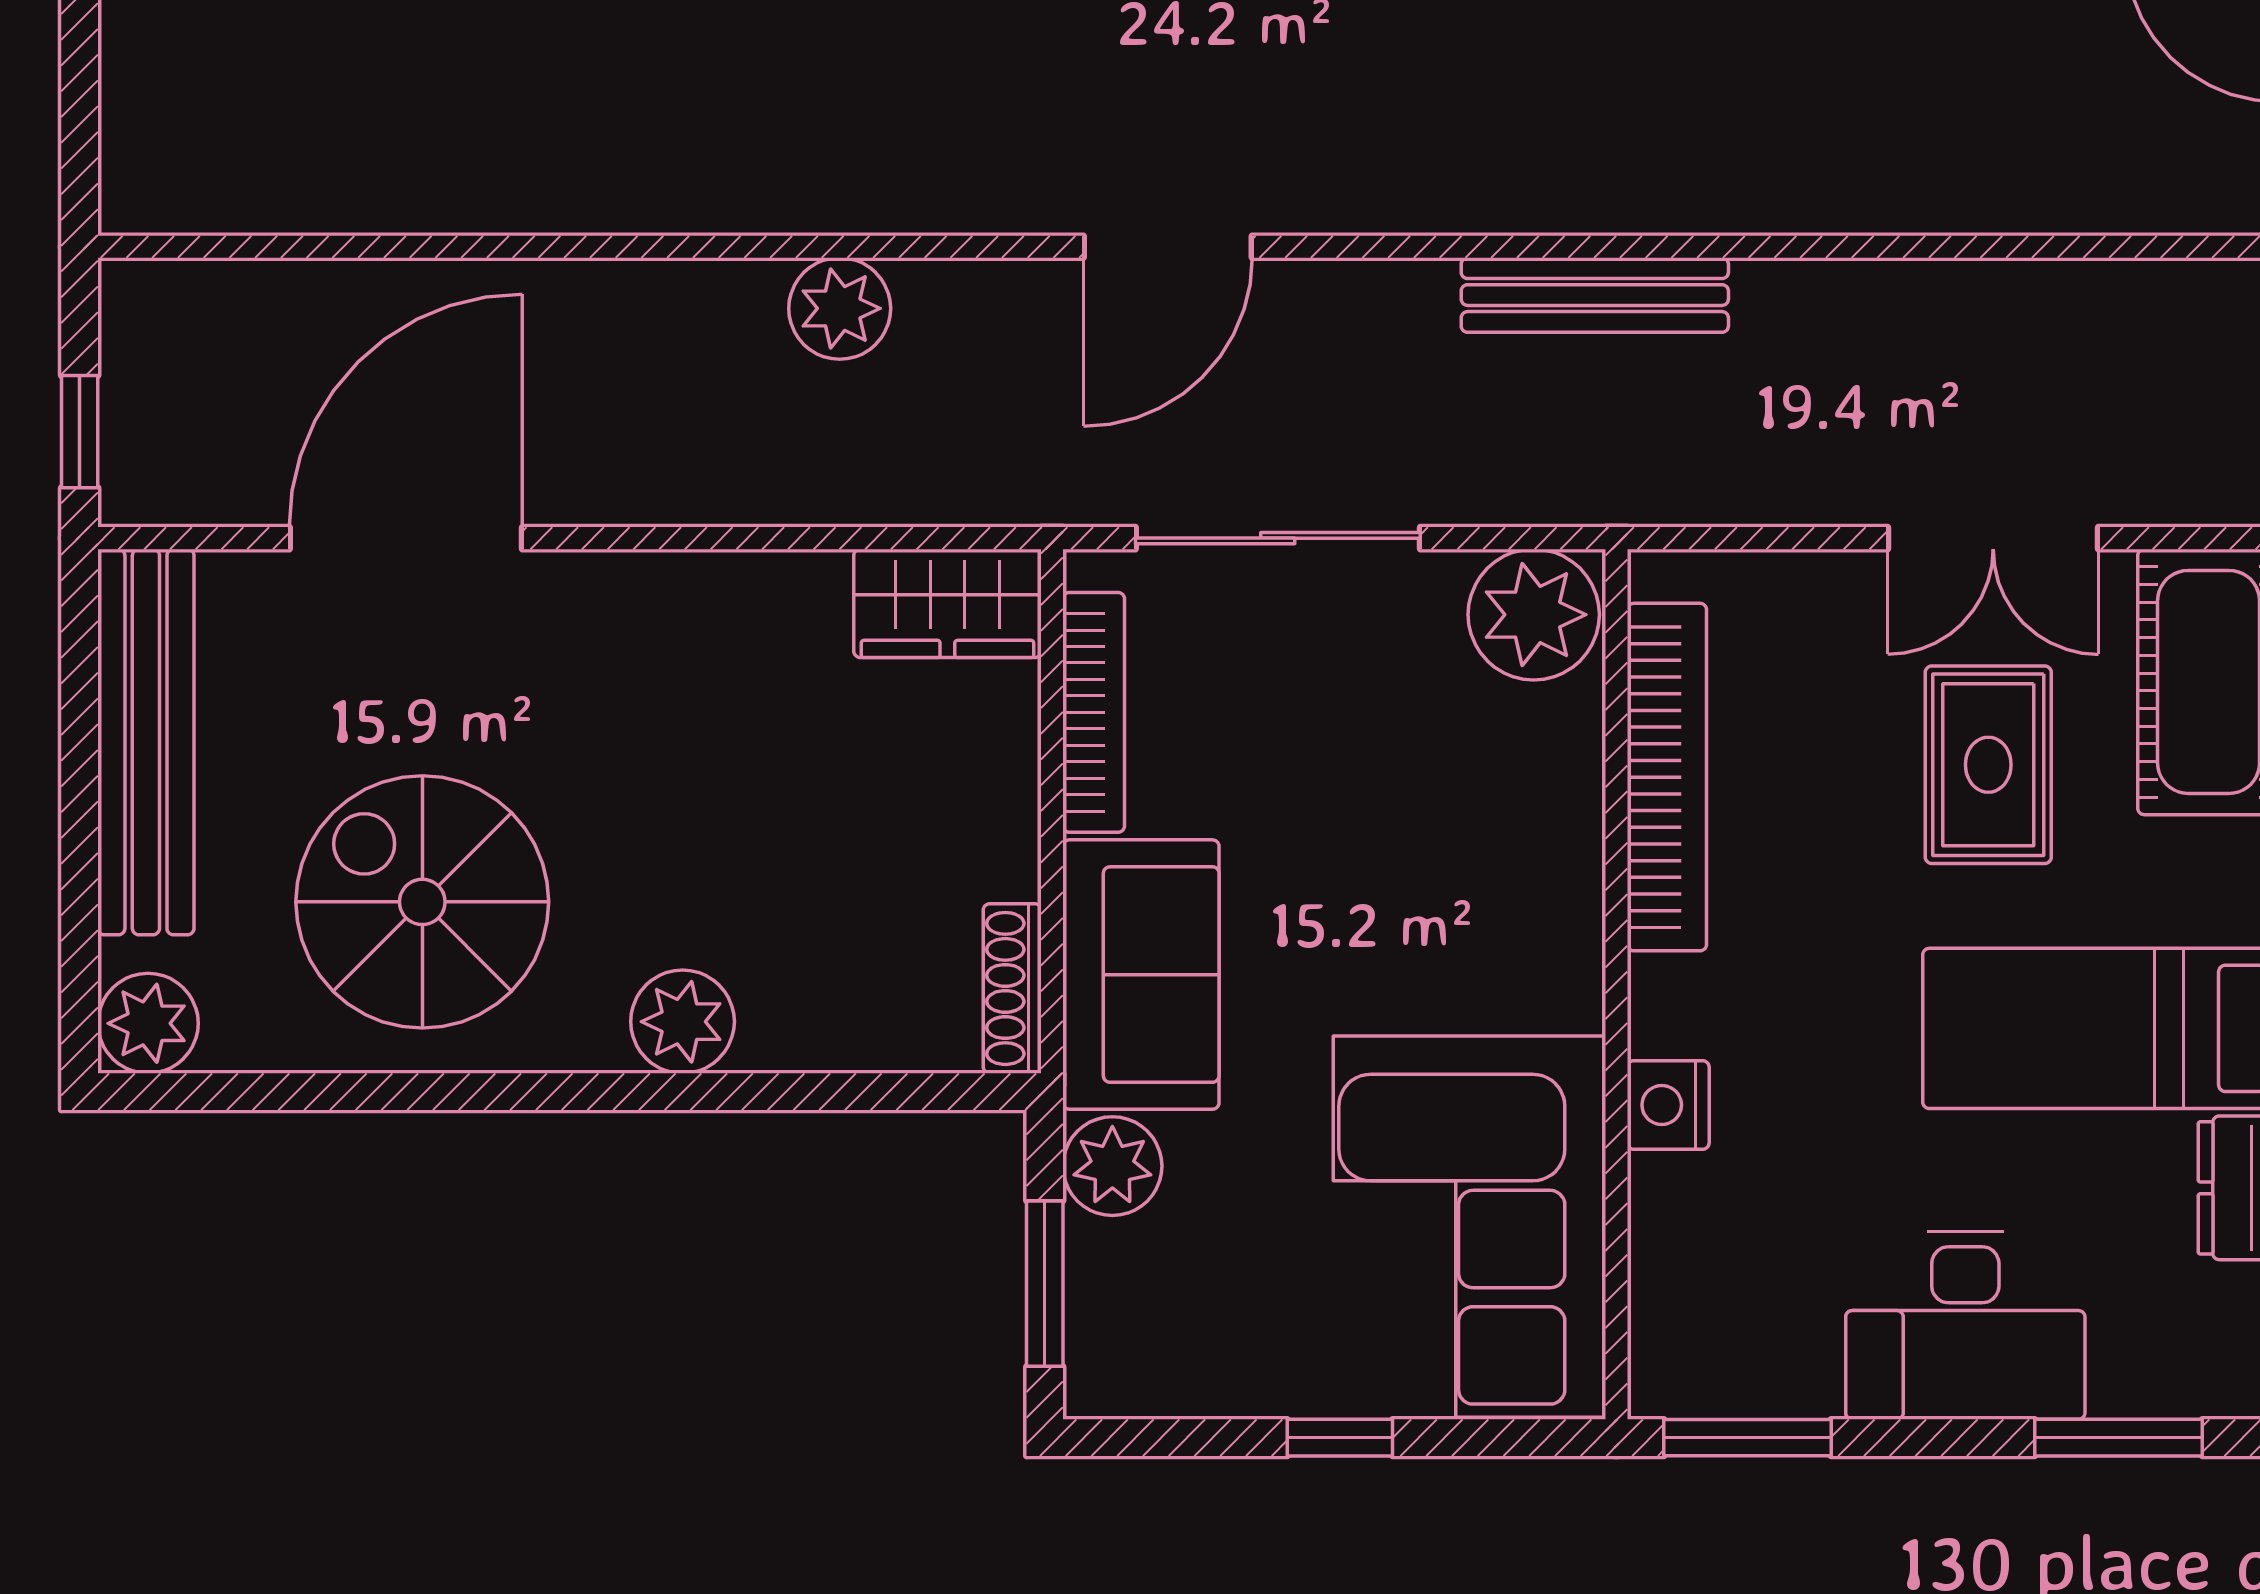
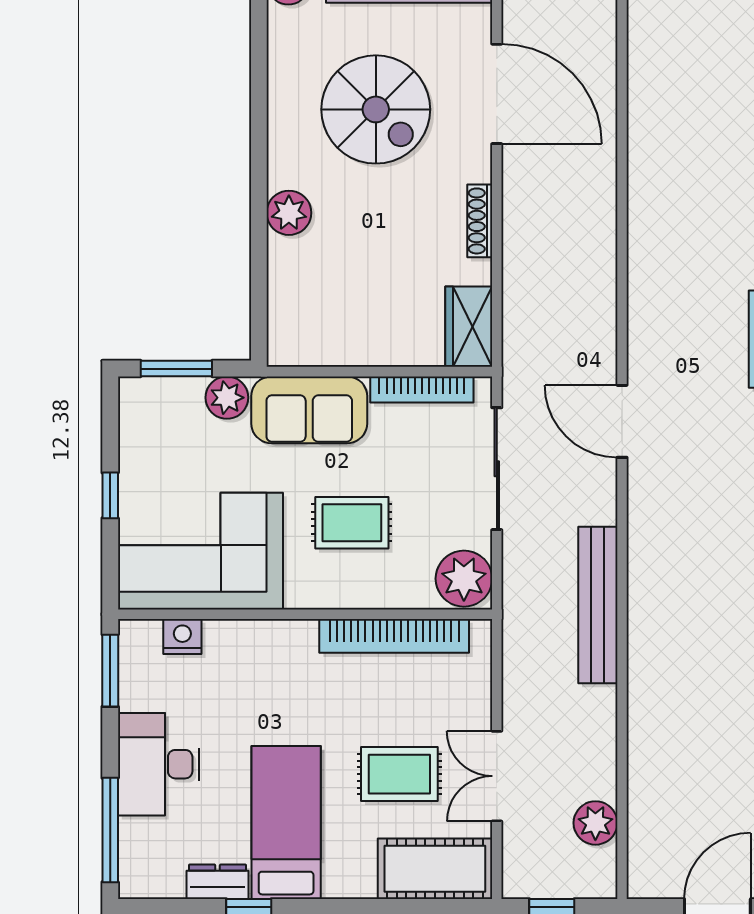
bench: (1595, 295) -> (598, 605), width x1.37, depth x1.21
plant: (840, 308) -> (595, 823), moved
rug: (1404, 875) -> (352, 523), added
spiral stairs: (422, 902) -> (376, 109), moved, turned 90
shoe rack: (1012, 988) -> (480, 221), moved, turned -90
nightstand: (1668, 1105) -> (182, 636), moved
window: (2118, 1438) -> (110, 830), width x1.44

